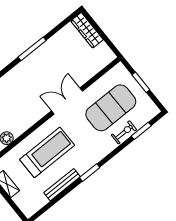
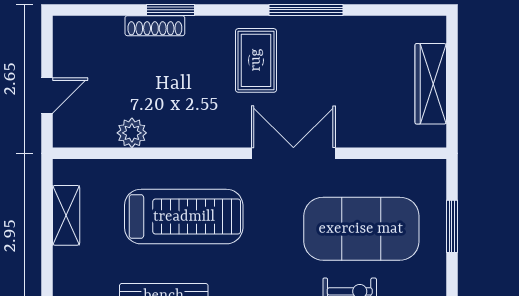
wardrobe: (87, 30) -> (431, 84), moved
rug: (29, 80) -> (256, 60), added

